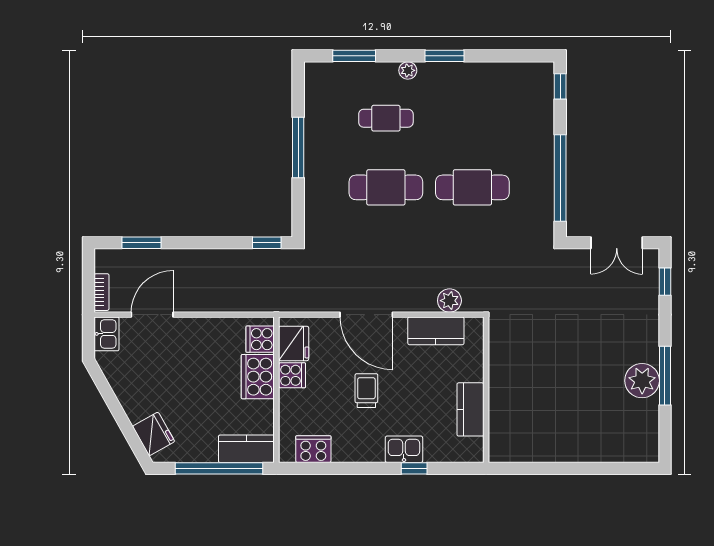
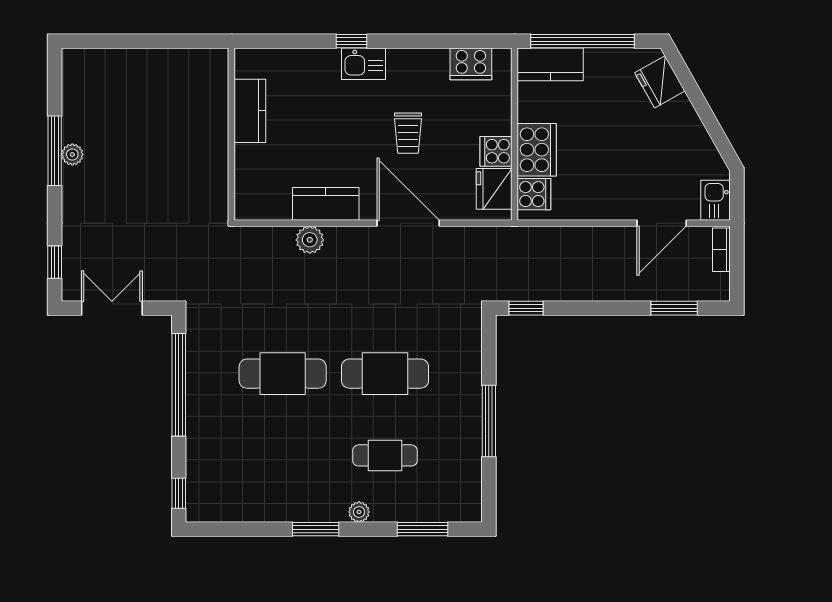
plant: (642, 381) -> (72, 154), width x0.53, depth x0.53
wall: (486, 390) -> (231, 134), moved
kitchen counter: (470, 409) -> (250, 111), moved

